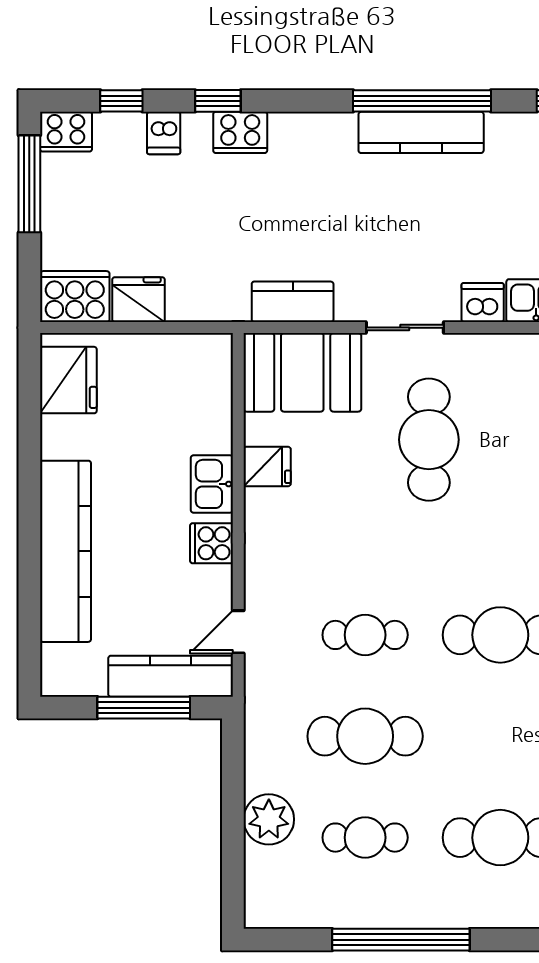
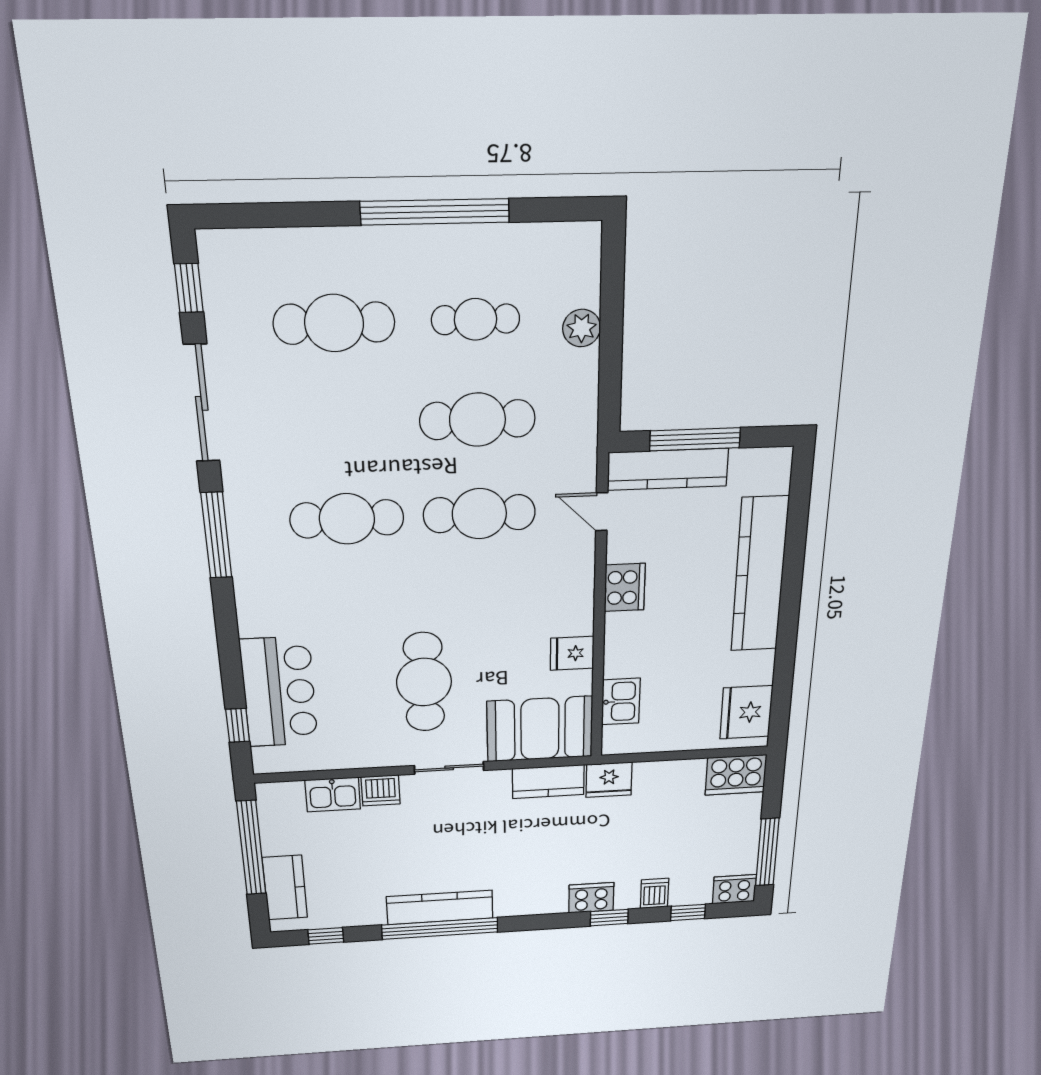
fridge: (139, 300) -> (609, 780), moved
kitchen sink: (212, 484) -> (621, 701), moved
cooker: (211, 543) -> (625, 588), width x1.36
door: (238, 632) -> (602, 512), swing flipped
cafe table: (365, 635) -> (479, 514), width x1.37, depth x1.35
plant: (269, 819) -> (582, 328), width x0.73, depth x0.73

